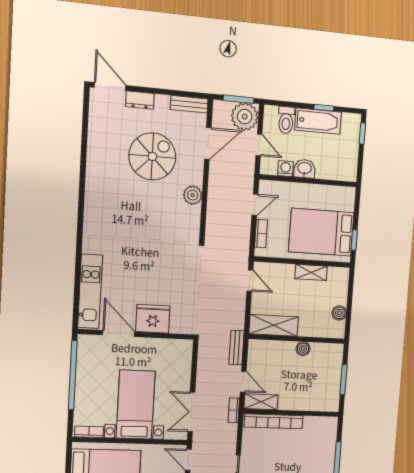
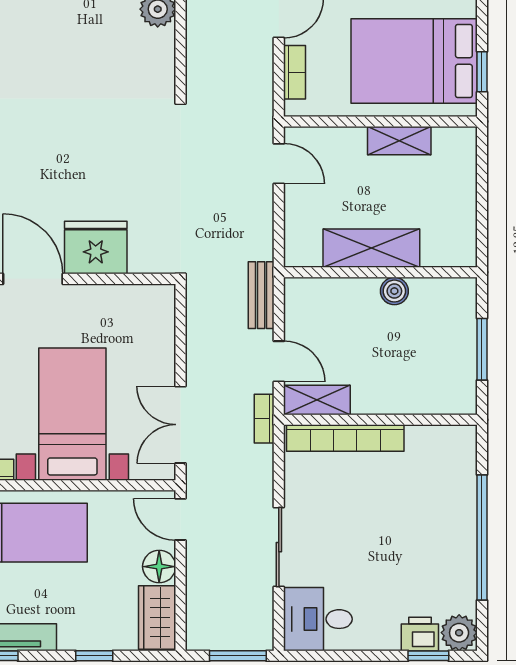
boiler: (339, 313) -> (463, 217), removed
shelving: (274, 325) -> (371, 248), moved

